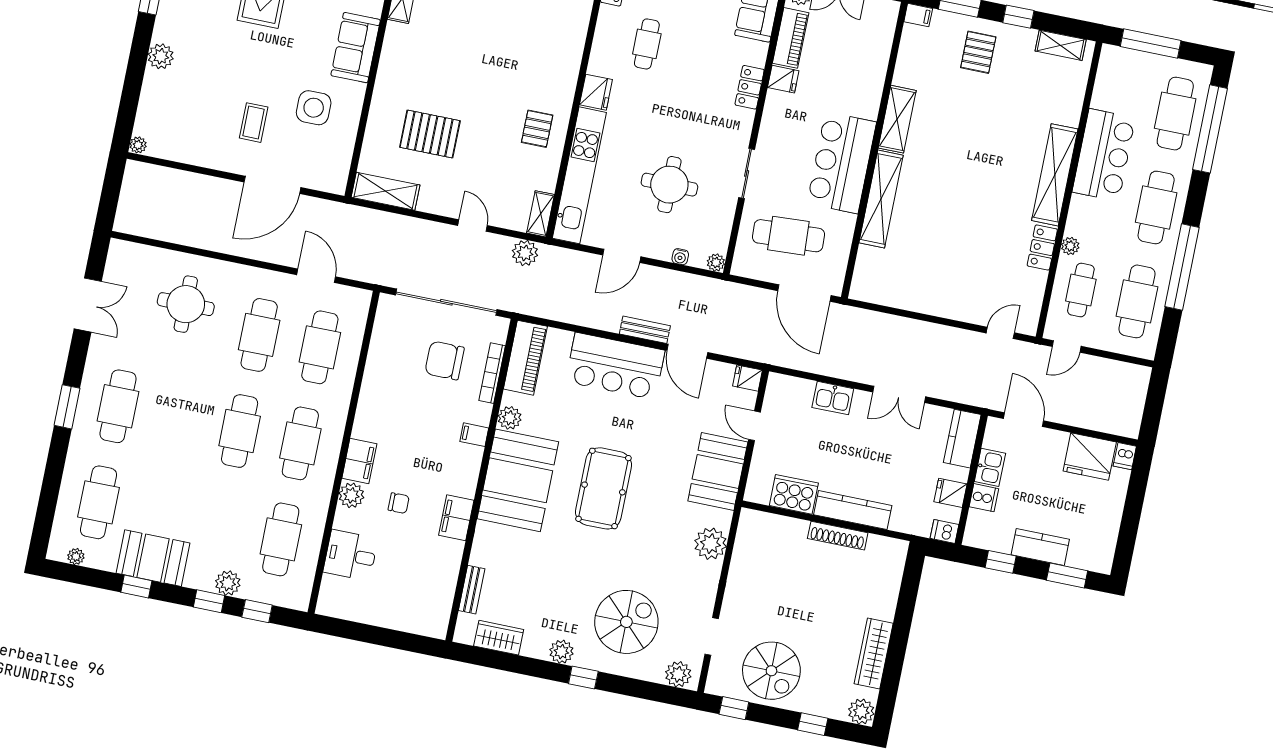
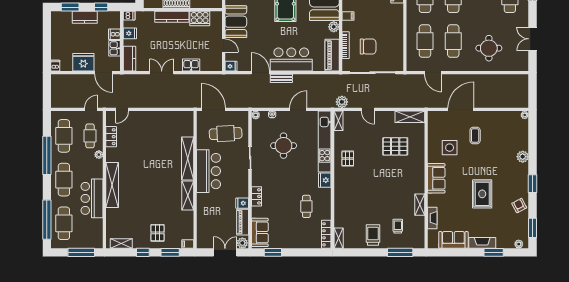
locker: (1042, 248) -> (111, 137), moved
fridge: (1090, 457) -> (83, 62), moved

